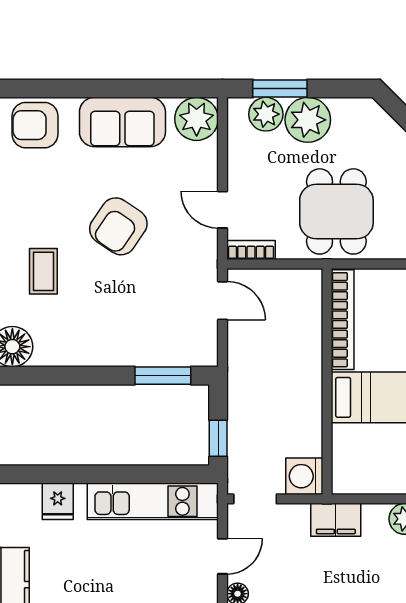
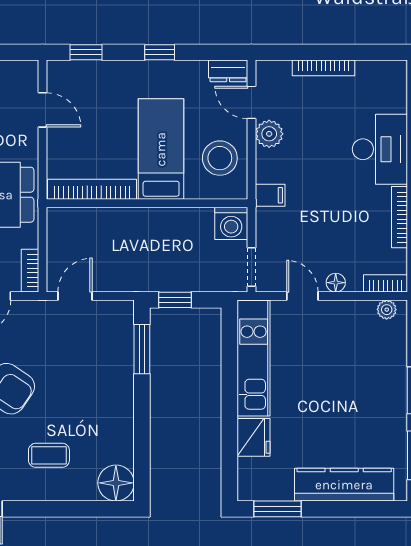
window: (218, 438) -> (175, 300), moved
stool: (378, 463) -> (220, 158), added
fridge: (58, 501) -> (254, 437), width x1.38
filing cabinet: (336, 520) -> (270, 195), width x0.50

